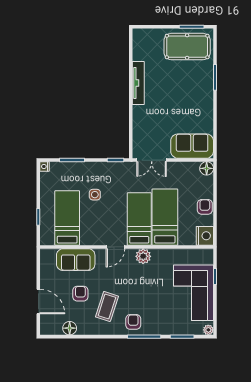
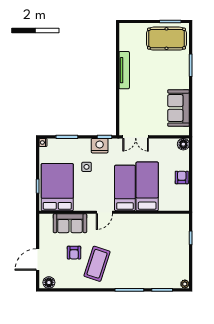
sofa: (192, 146) -> (179, 108), moved, turned -90
bed: (67, 218) -> (57, 187), width x1.50
nightstand: (205, 236) -> (100, 146), moved, turned -90
plant: (143, 256) -> (128, 220), removed
corner sofa: (193, 293) -> (172, 252), removed
armchair: (80, 294) -> (74, 253), turned 180
door: (38, 302) -> (38, 259), swing flipped
coffee table: (107, 306) -> (97, 264), width x1.36, depth x1.32
armchair: (133, 322) -> (120, 277), removed
floor lamp: (70, 328) -> (49, 283), moved

